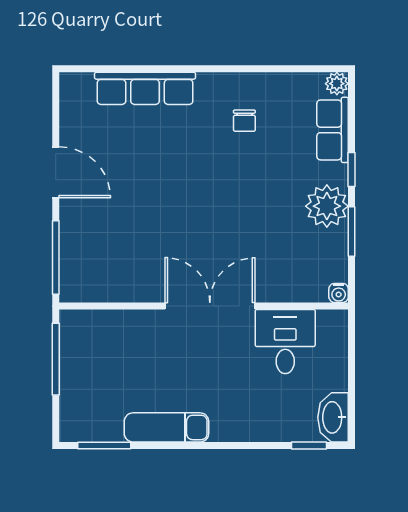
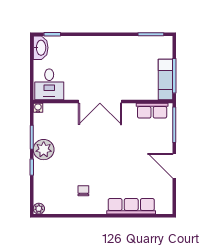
row of seats: (333, 130) -> (152, 111), moved, turned 90
desk: (285, 341) -> (49, 84), moved
exam couch: (166, 427) -> (166, 80), moved, turned 90

